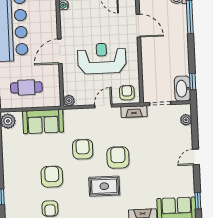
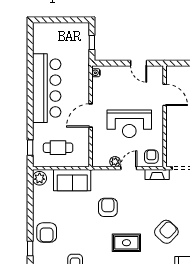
reception desk: (102, 58) -> (129, 124), turned 180
plant: (69, 101) -> (115, 162), moved
armchair: (118, 158) -> (166, 232), moved, turned 43
armchair: (52, 177) -> (47, 233), moved, turned 180

